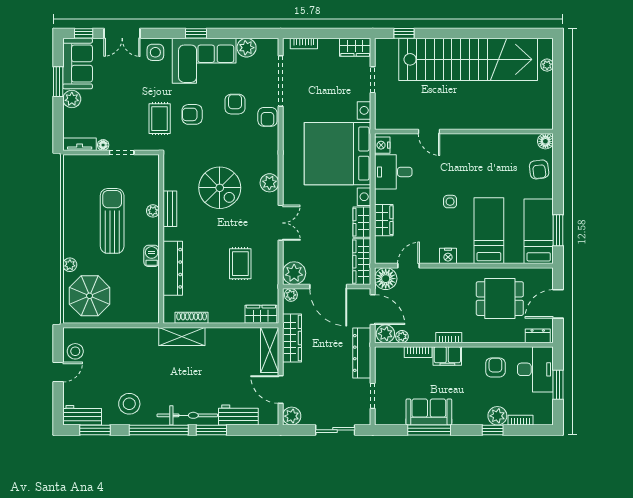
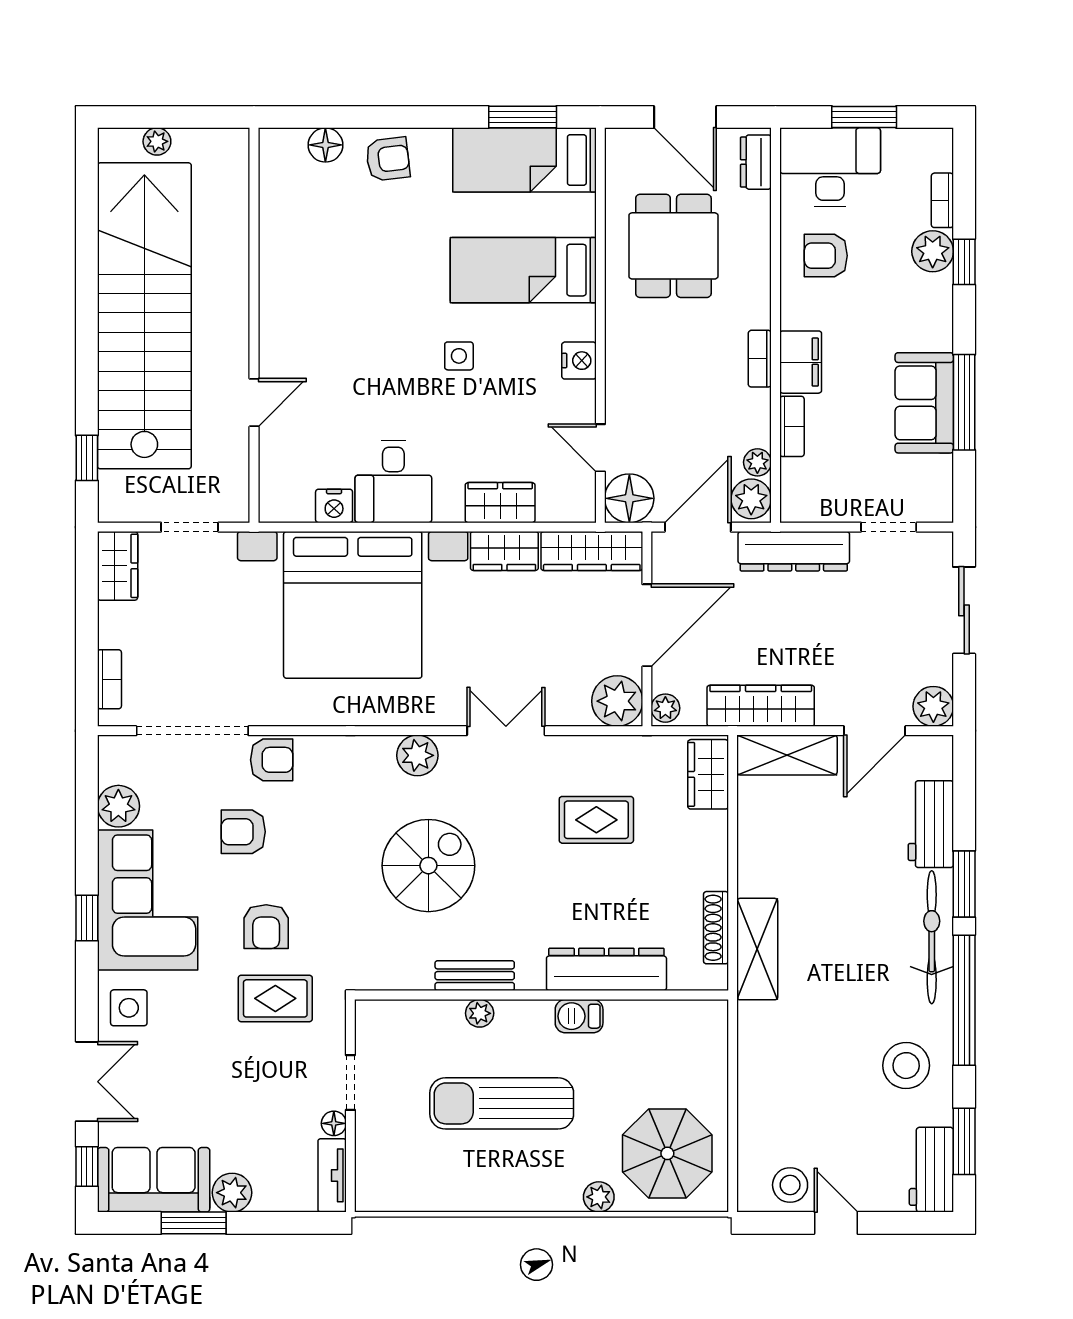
door: (429, 132) -> (254, 403), moved
wall: (464, 132) -> (254, 325), moved

